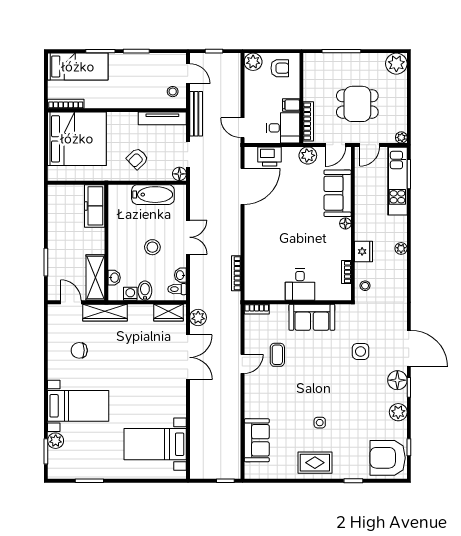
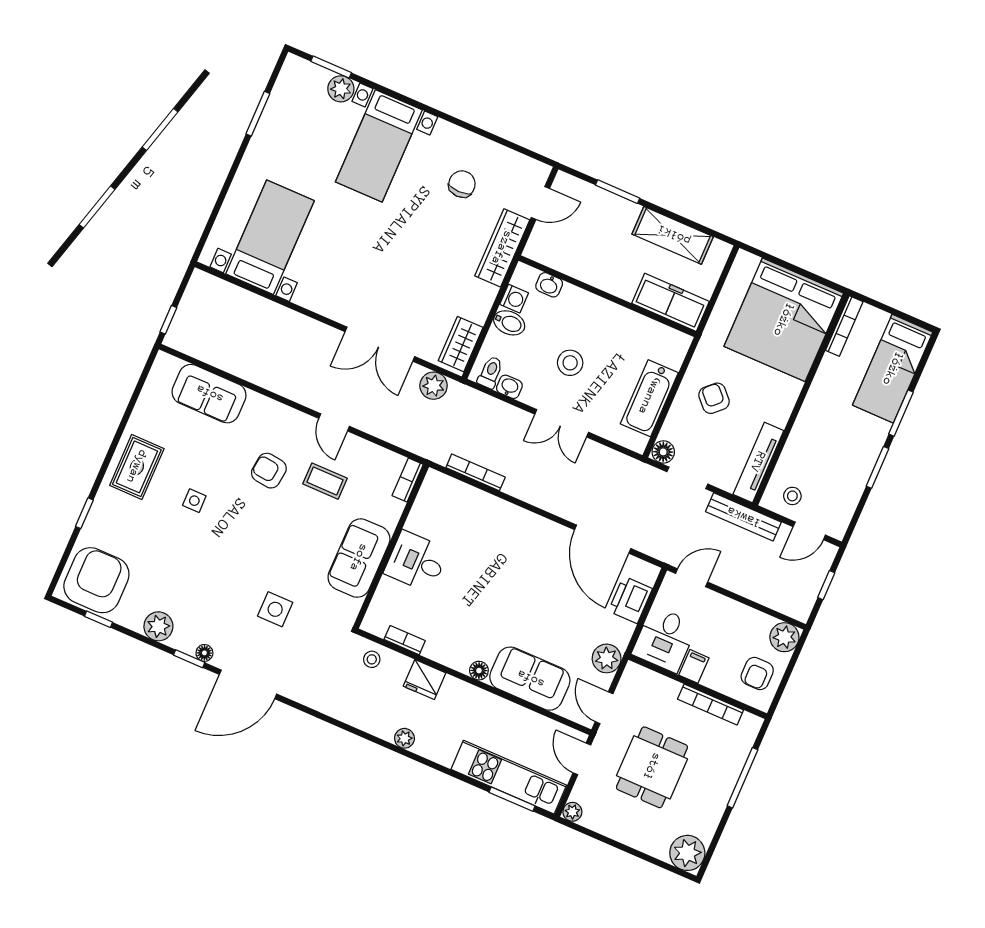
bookcase: (308, 121) -> (711, 704), moved
shelving: (95, 277) -> (673, 235), moved
floor lamp: (397, 380) -> (204, 653), width x0.53, depth x0.53
armchair: (285, 388) -> (269, 471), added

